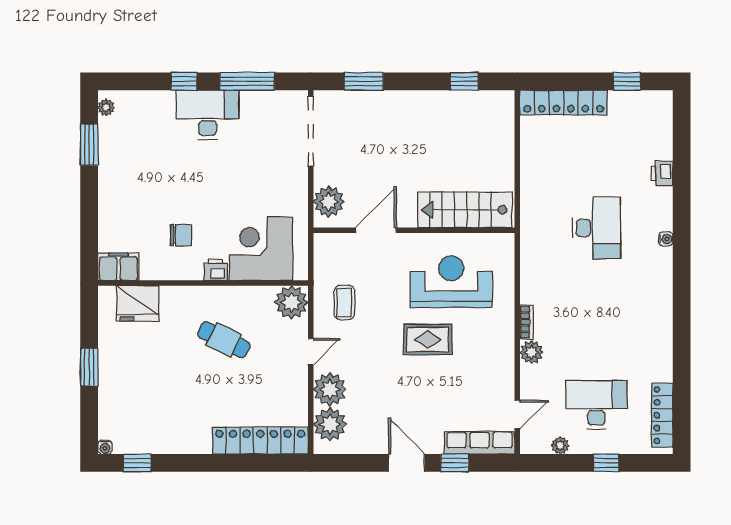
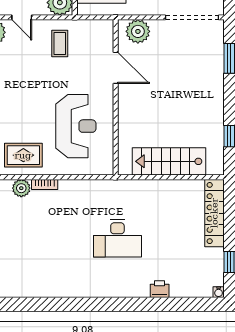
stairs: (465, 210) -> (169, 161), moved, turned -90
water cooler: (666, 239) -> (219, 292), moved
coffee table: (344, 303) -> (60, 44), turned 90
rug: (428, 340) -> (23, 155), moved, turned 90

